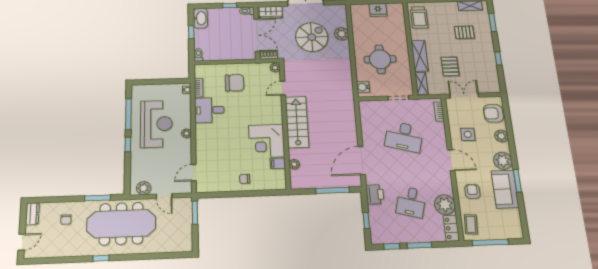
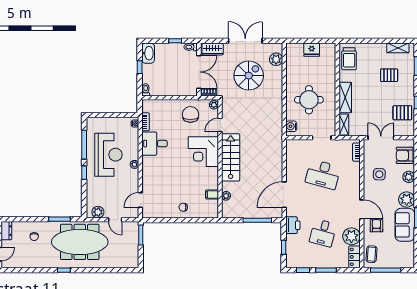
plant: (342, 34) -> (276, 59), moved
pallet: (450, 66) -> (402, 113), moved, turned 90
chair: (235, 83) -> (190, 114), moved, turned -90
corner desk: (267, 141) -> (203, 152), moved
door: (451, 160) -> (362, 209), moved

